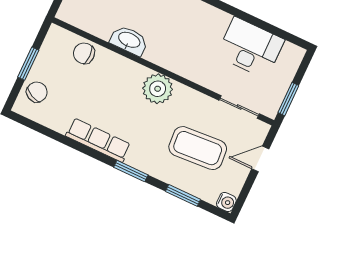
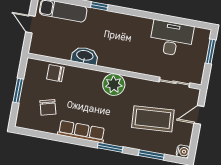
chair: (37, 92) -> (48, 107), moved, turned 139
window: (288, 99) -> (211, 52), moved

